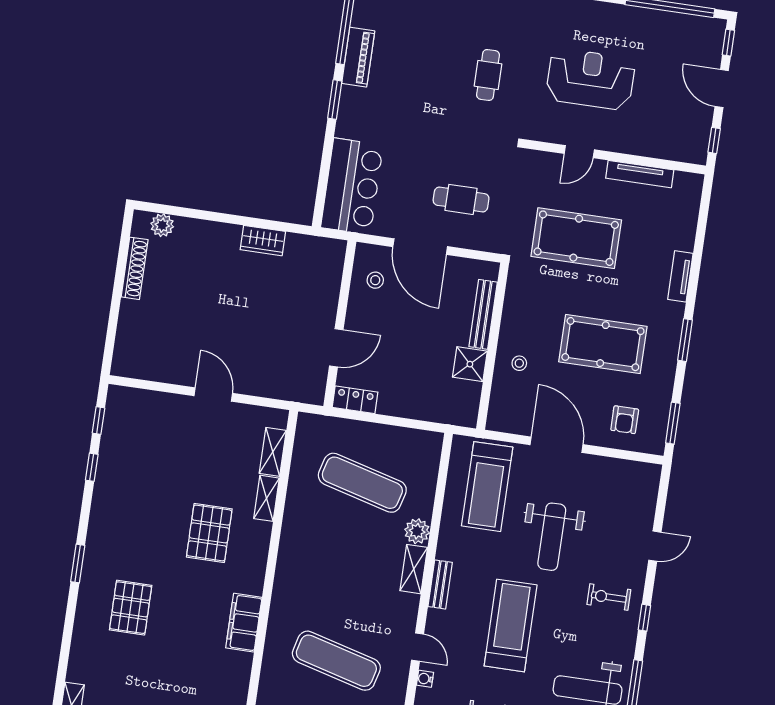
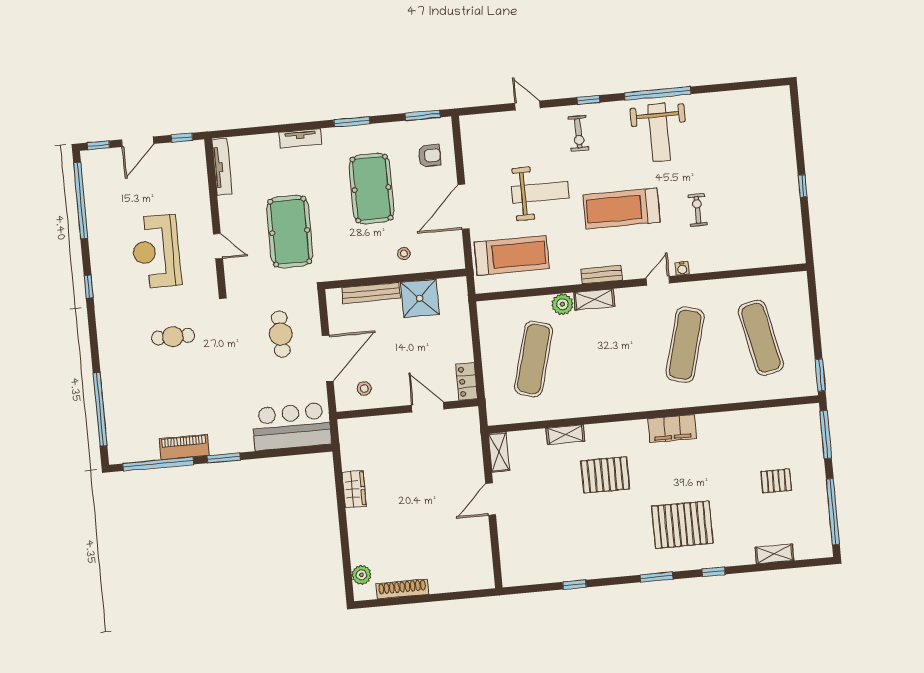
tv unit: (640, 174) -> (222, 167), moved
shower: (470, 364) -> (420, 298), width x1.36, depth x1.36
window: (99, 420) -> (714, 572), moved
shelving: (273, 452) -> (499, 452), moved, turned 90
pallet: (131, 608) -> (682, 525), width x1.37, depth x1.41

